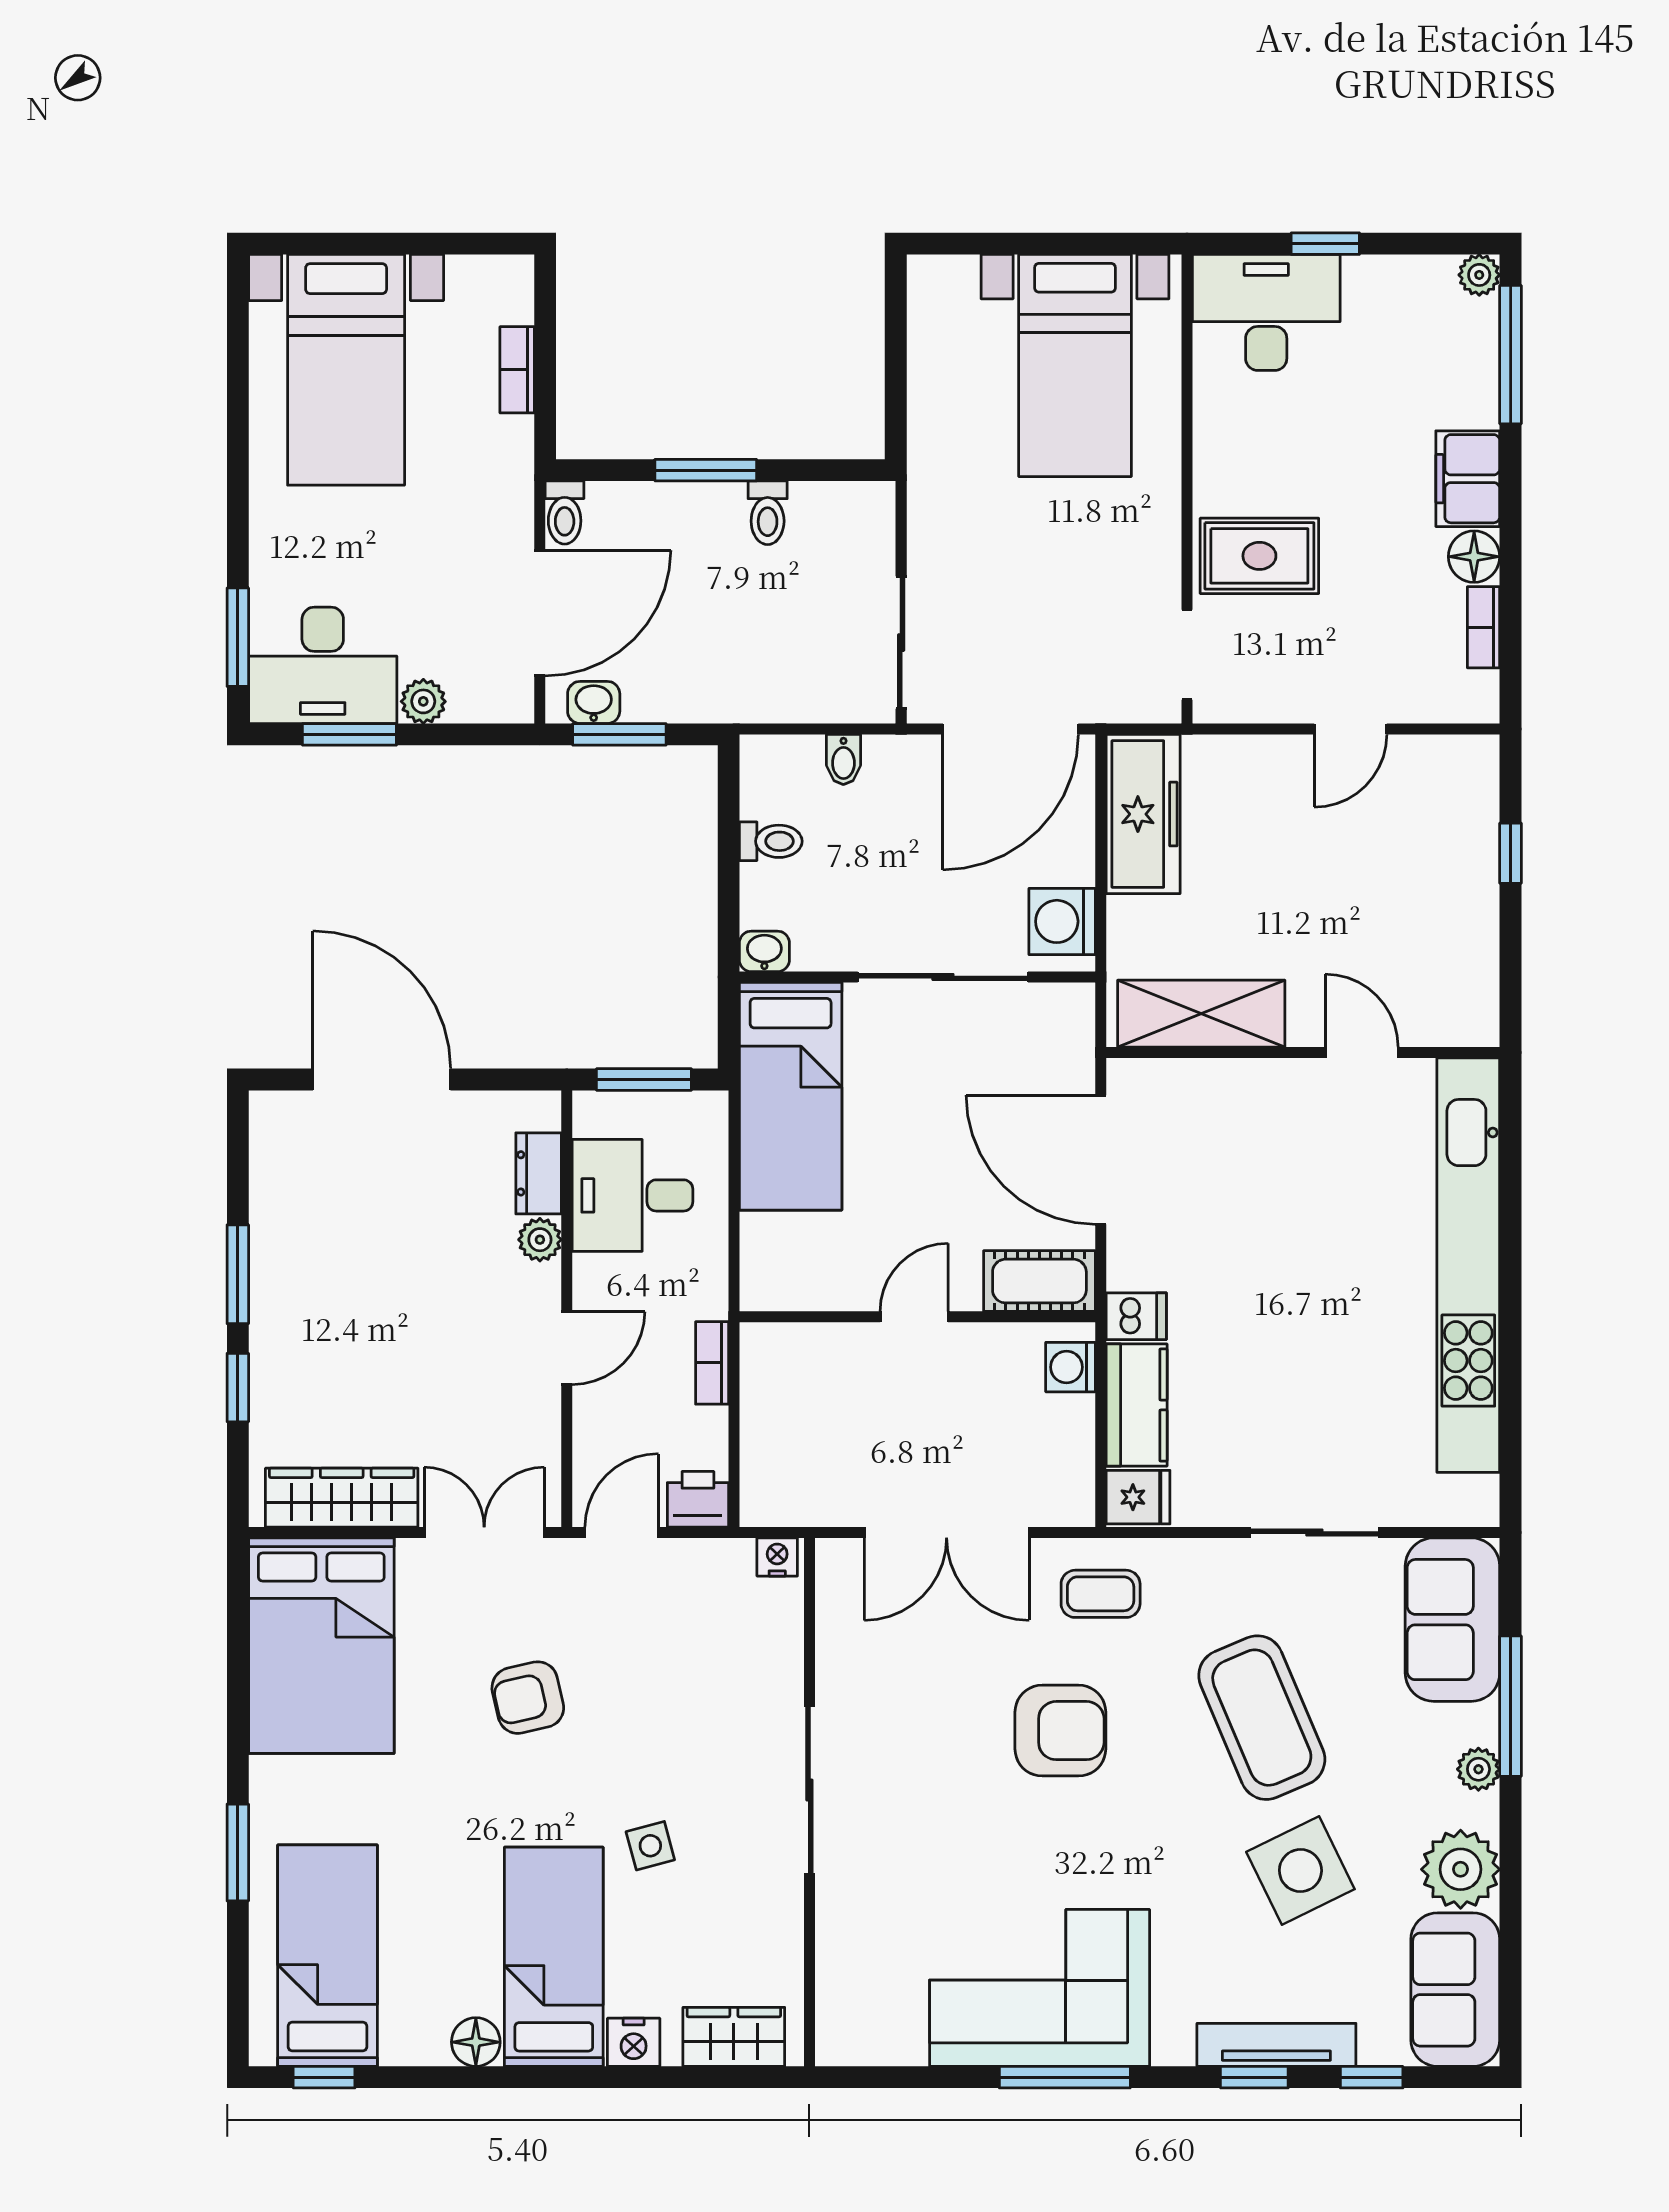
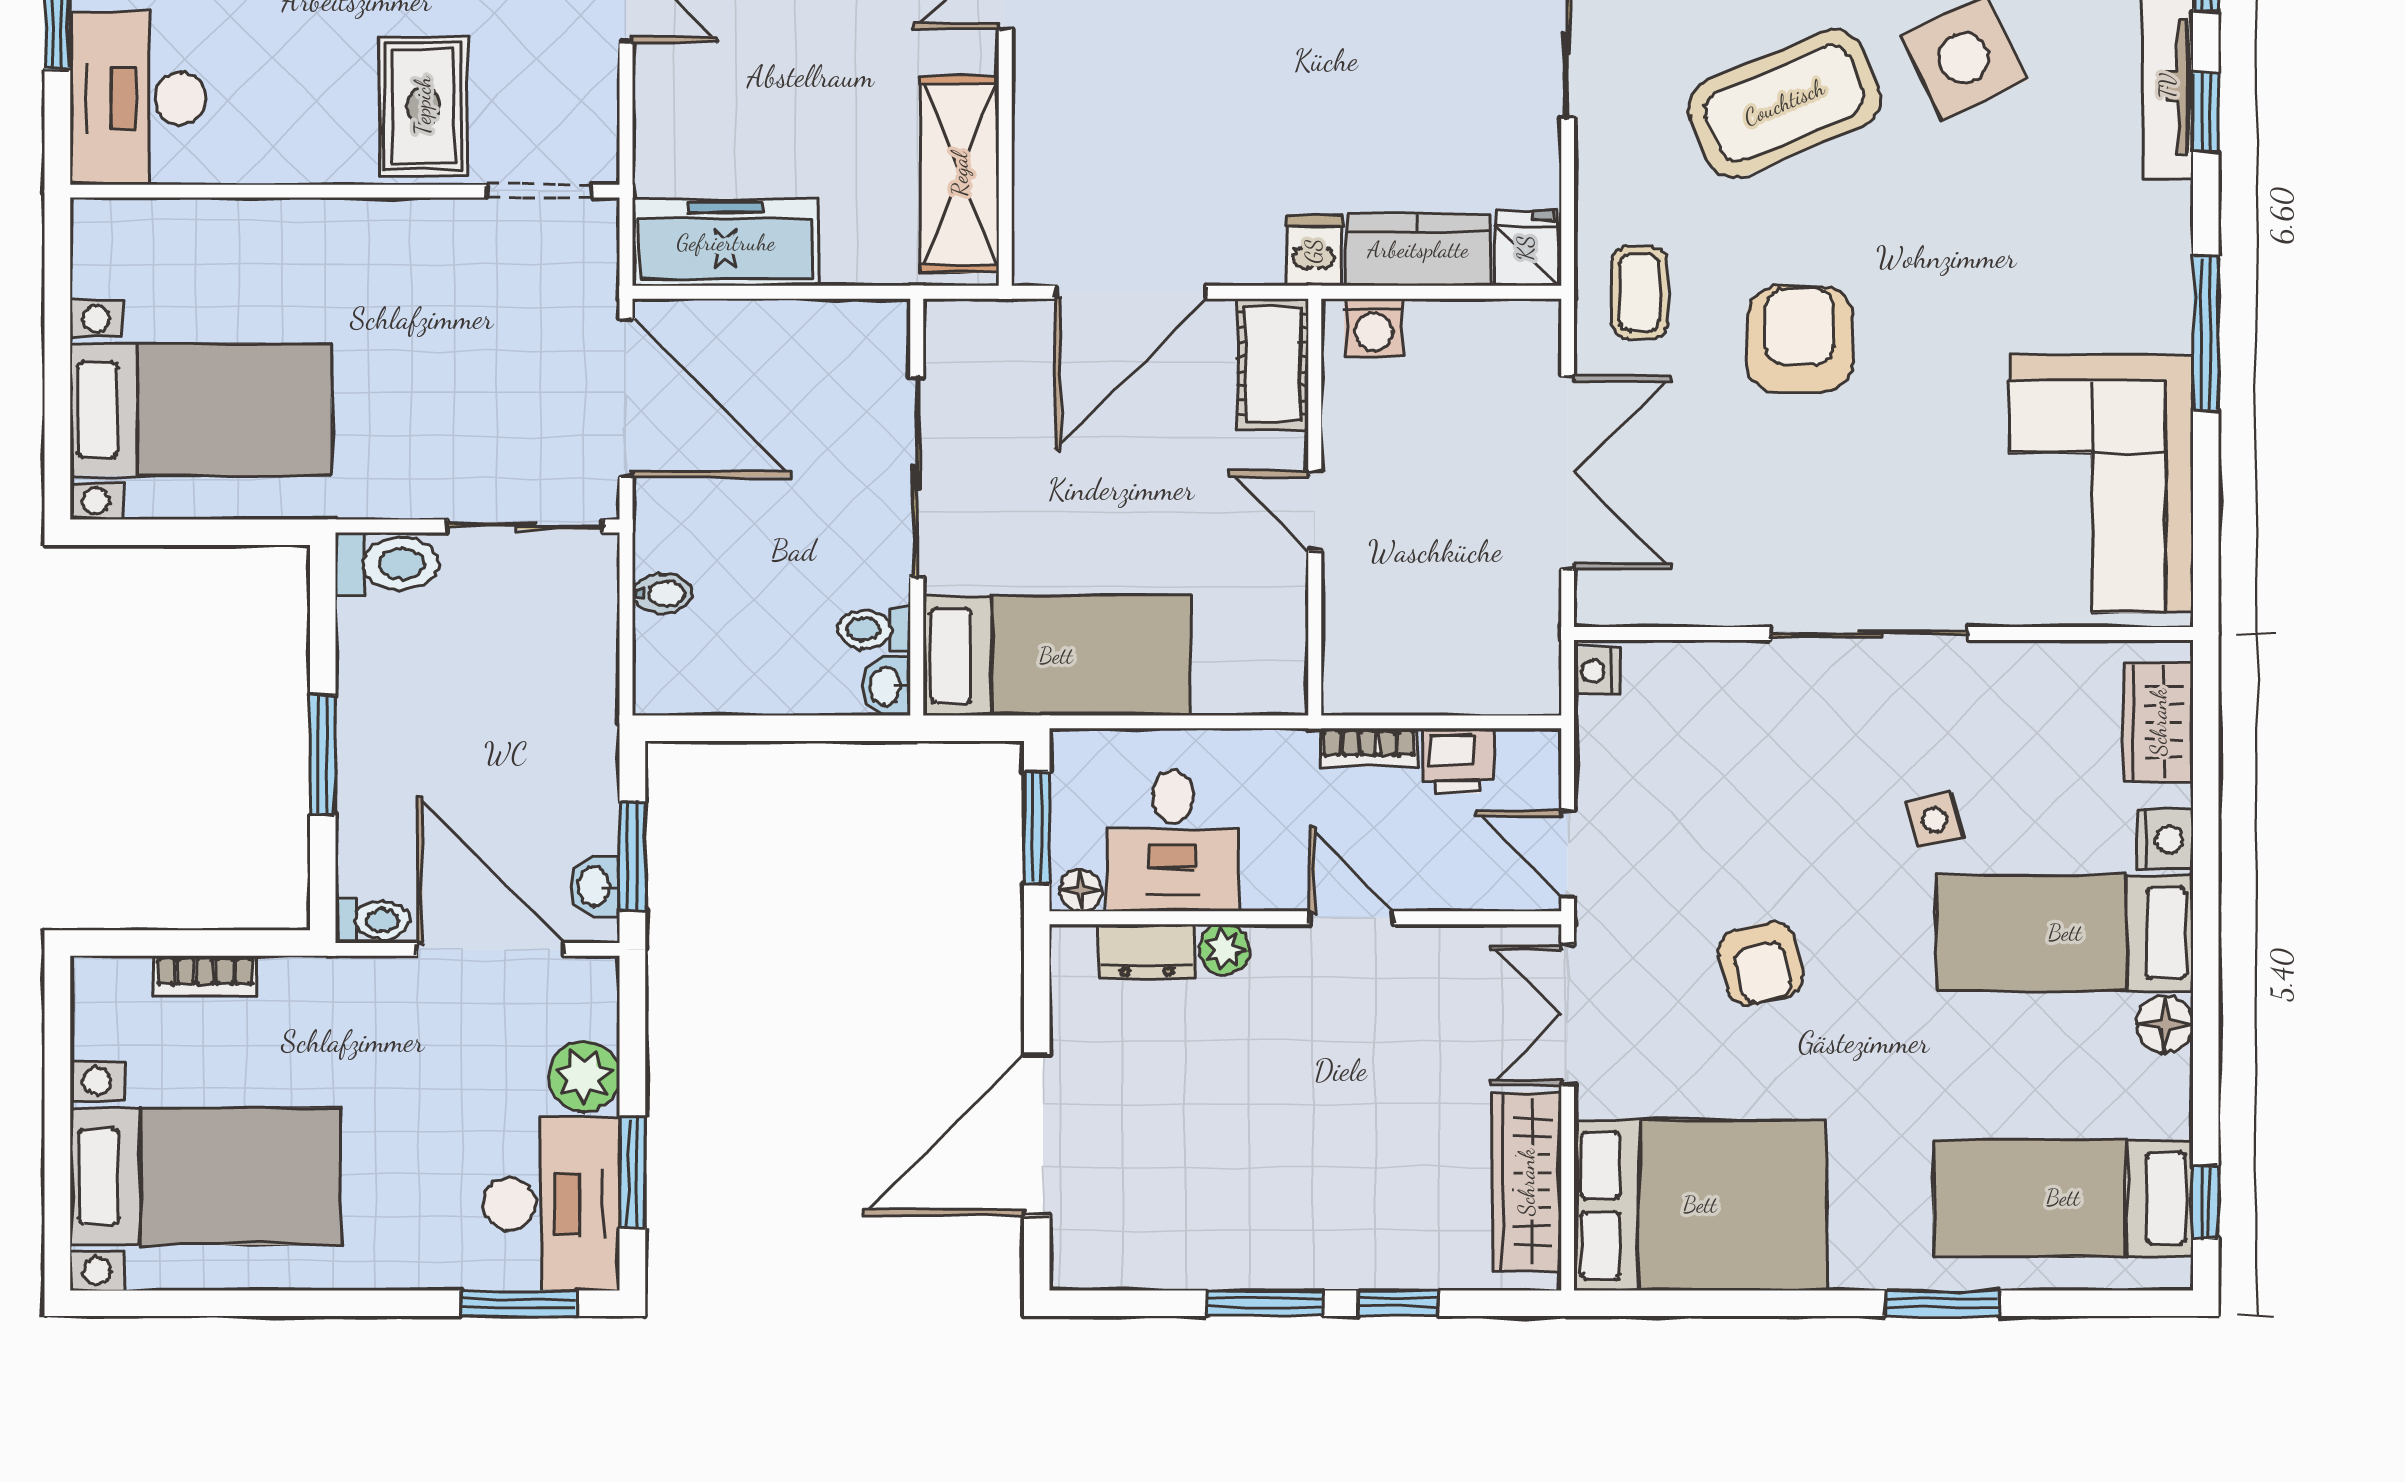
bed with nightstands: (1075, 366) -> (200, 410), moved
toilet: (768, 513) -> (387, 564), moved, width x1.37, depth x1.39
plant: (423, 701) -> (584, 1076), width x1.38, depth x1.38
toilet: (771, 841) -> (874, 629), moved, turned -90
washing machine: (1062, 921) -> (852, 337), removed
floor lamp: (590, 1117) -> (1081, 890), added
printer: (698, 1499) -> (1458, 761), moved, turned -90
corner sofa: (1040, 1988) -> (2101, 484), moved

